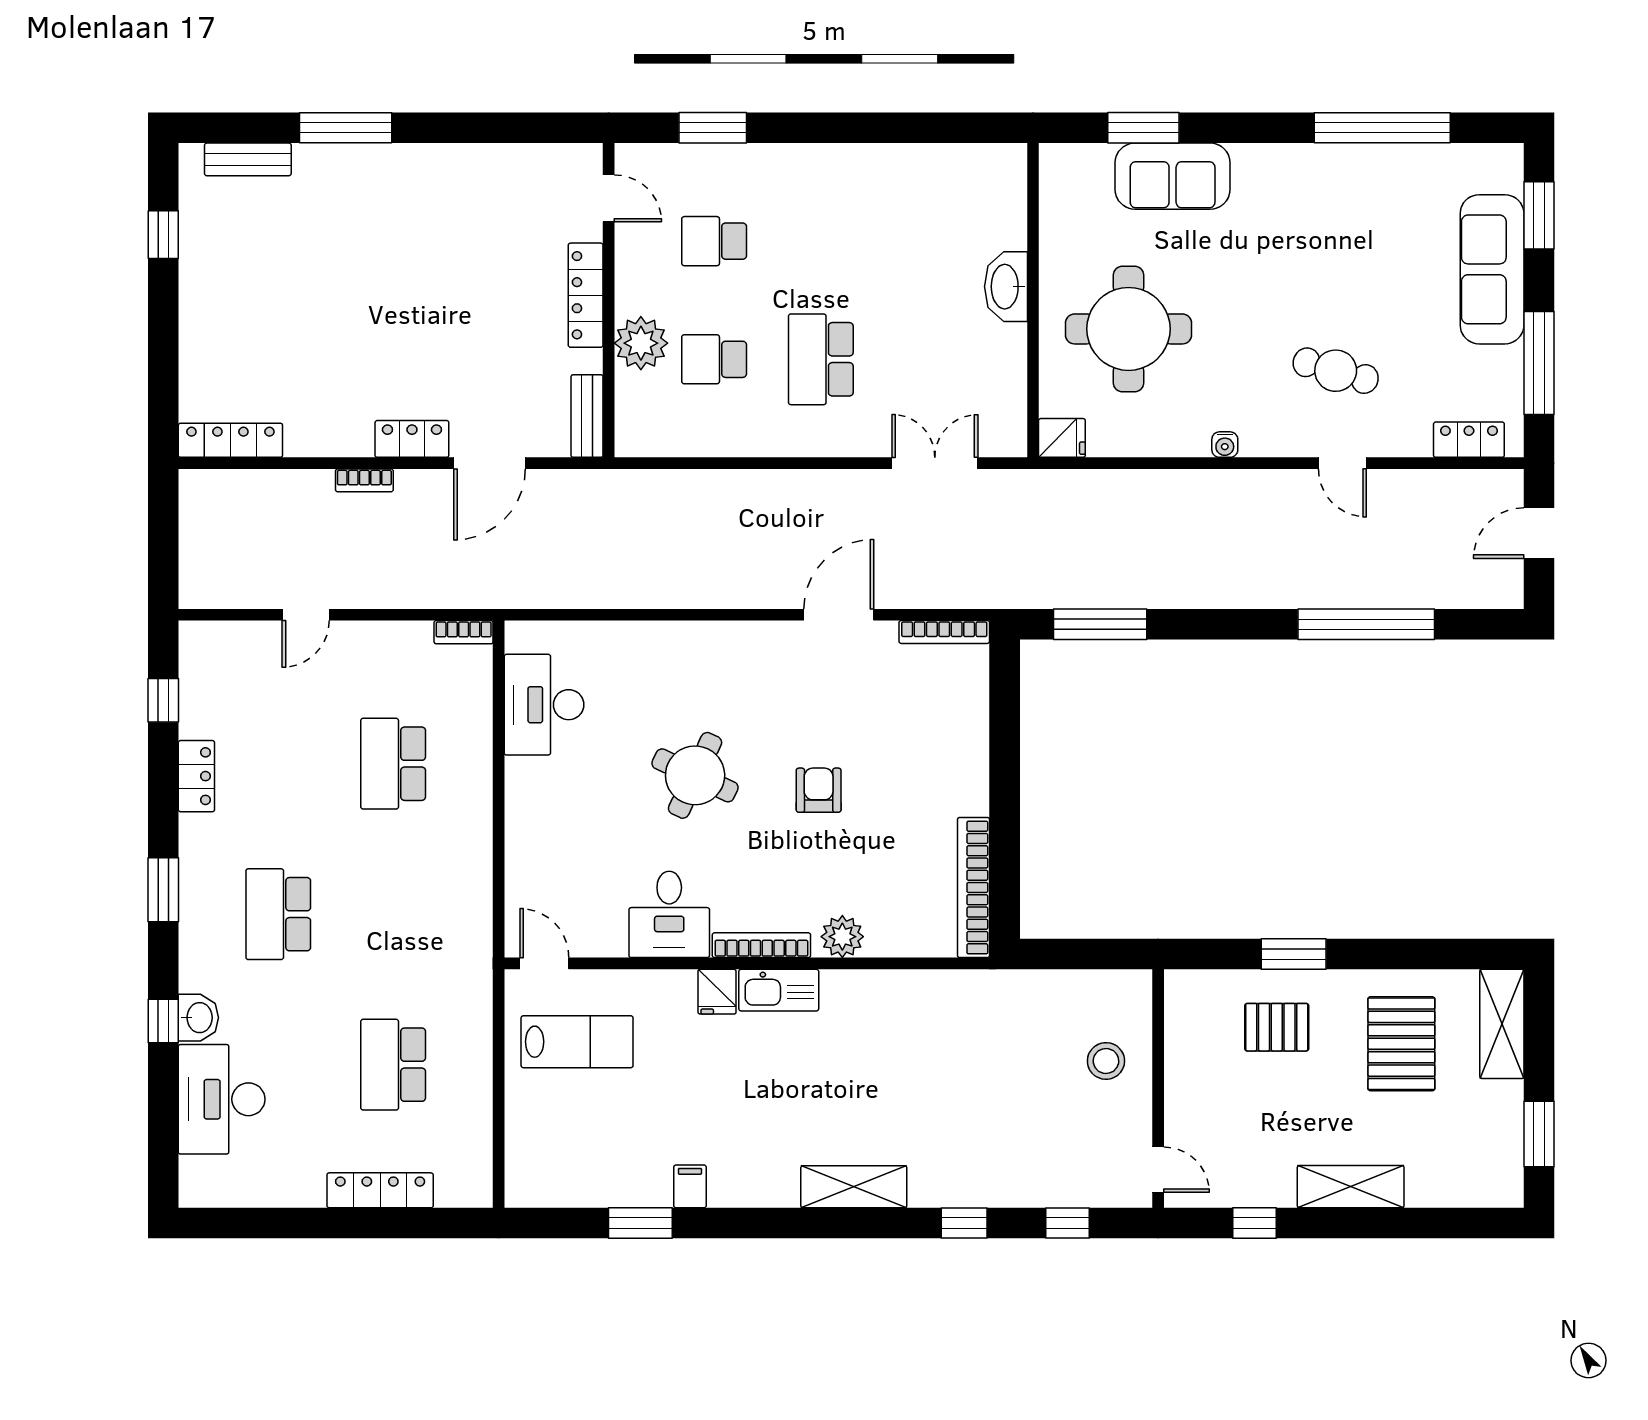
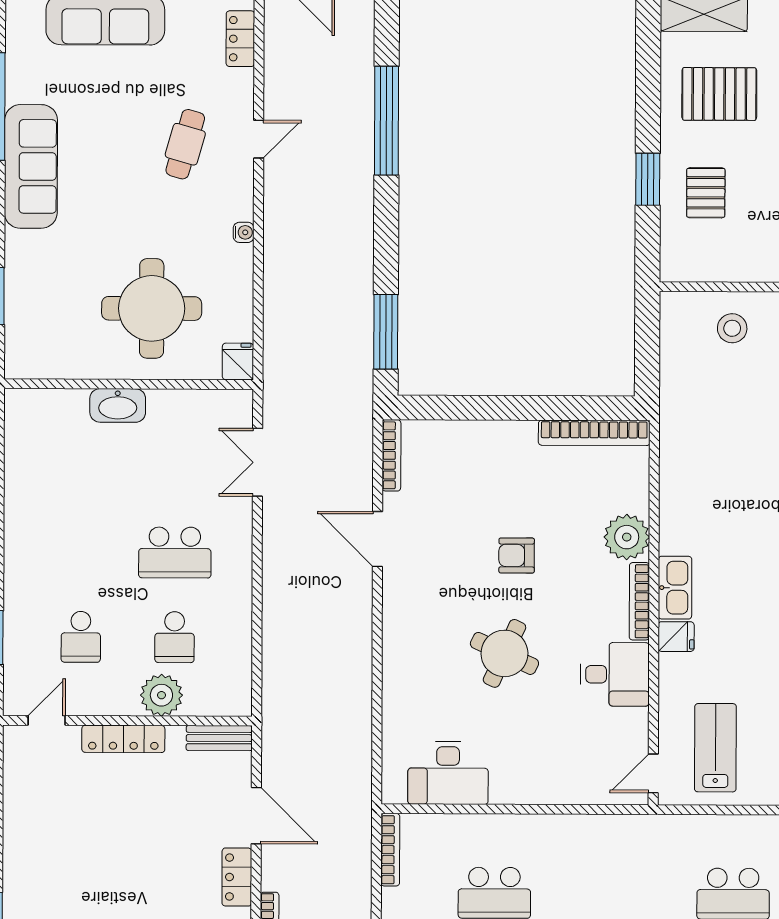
sofa: (1173, 176) -> (31, 166), moved, width x1.36
bookcase: (464, 632) -> (390, 850), width x1.56
plant: (842, 937) -> (627, 537), width x1.36, depth x1.36

